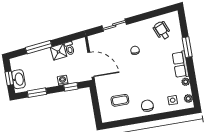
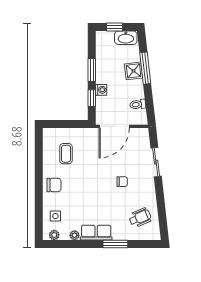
shower: (58, 52) -> (134, 71), moved
washbasin: (18, 79) -> (126, 38), moved
window: (37, 93) -> (92, 70), moved

